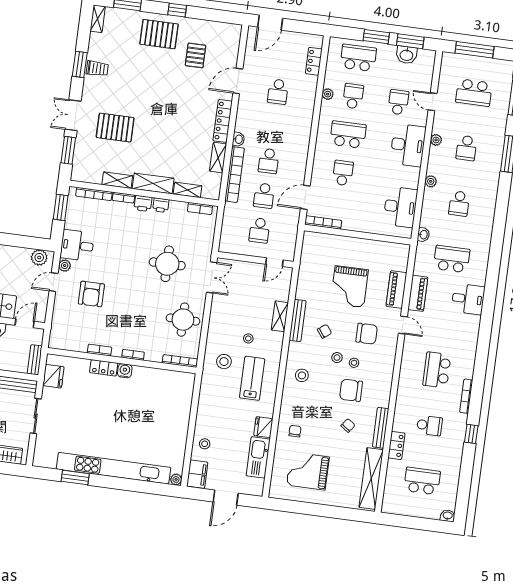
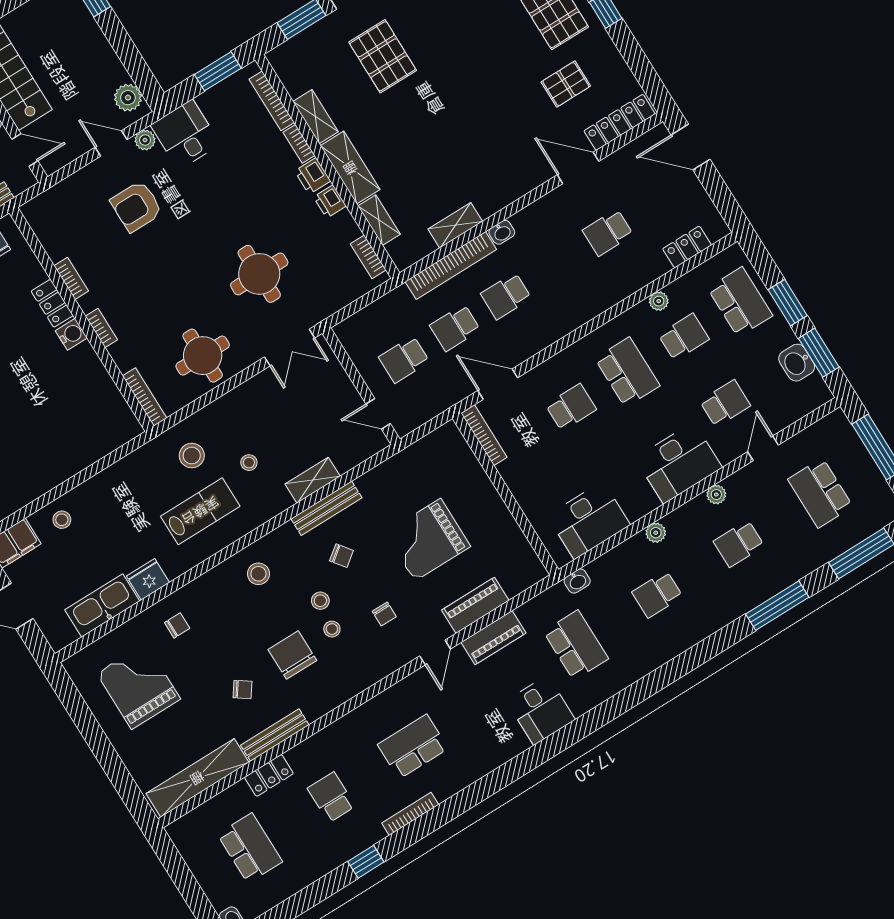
locker: (223, 121) -> (620, 122), moved
chair: (367, 334) -> (384, 614), width x0.54, depth x0.54
school desk: (429, 425) -> (331, 797), turned 180

